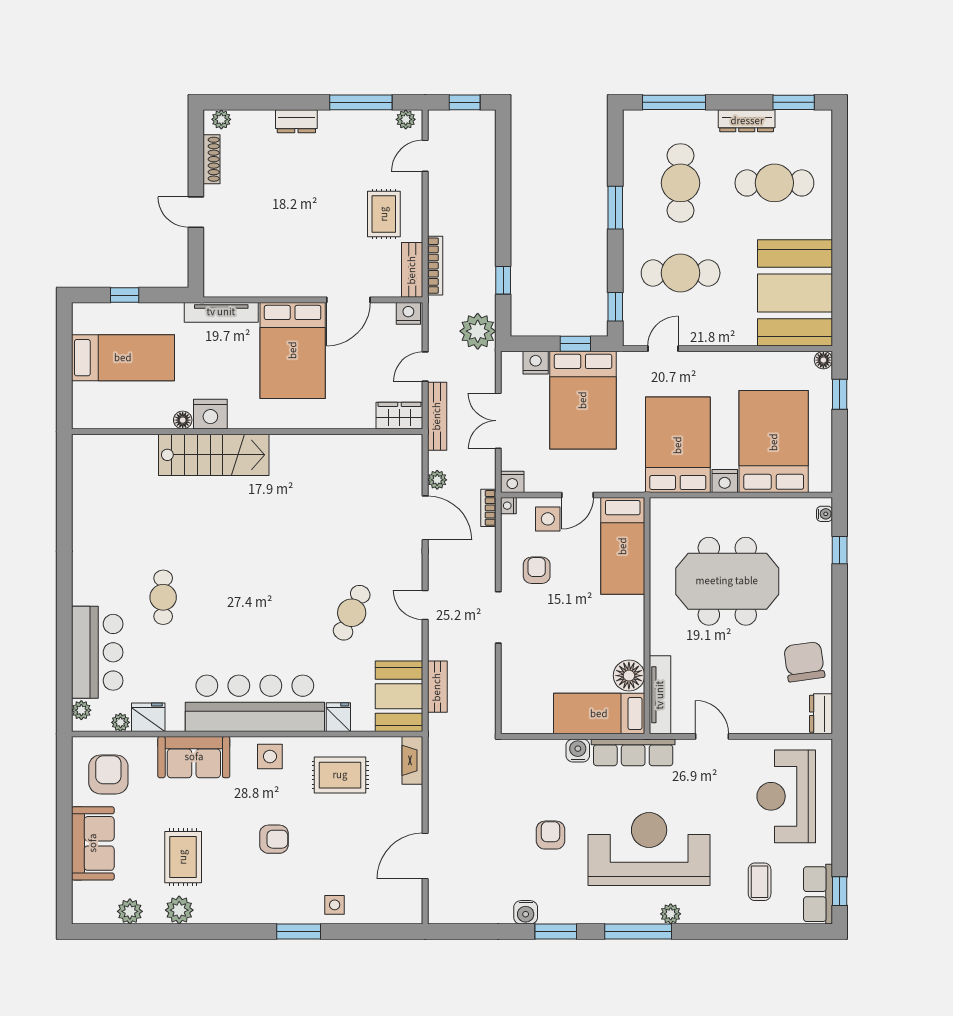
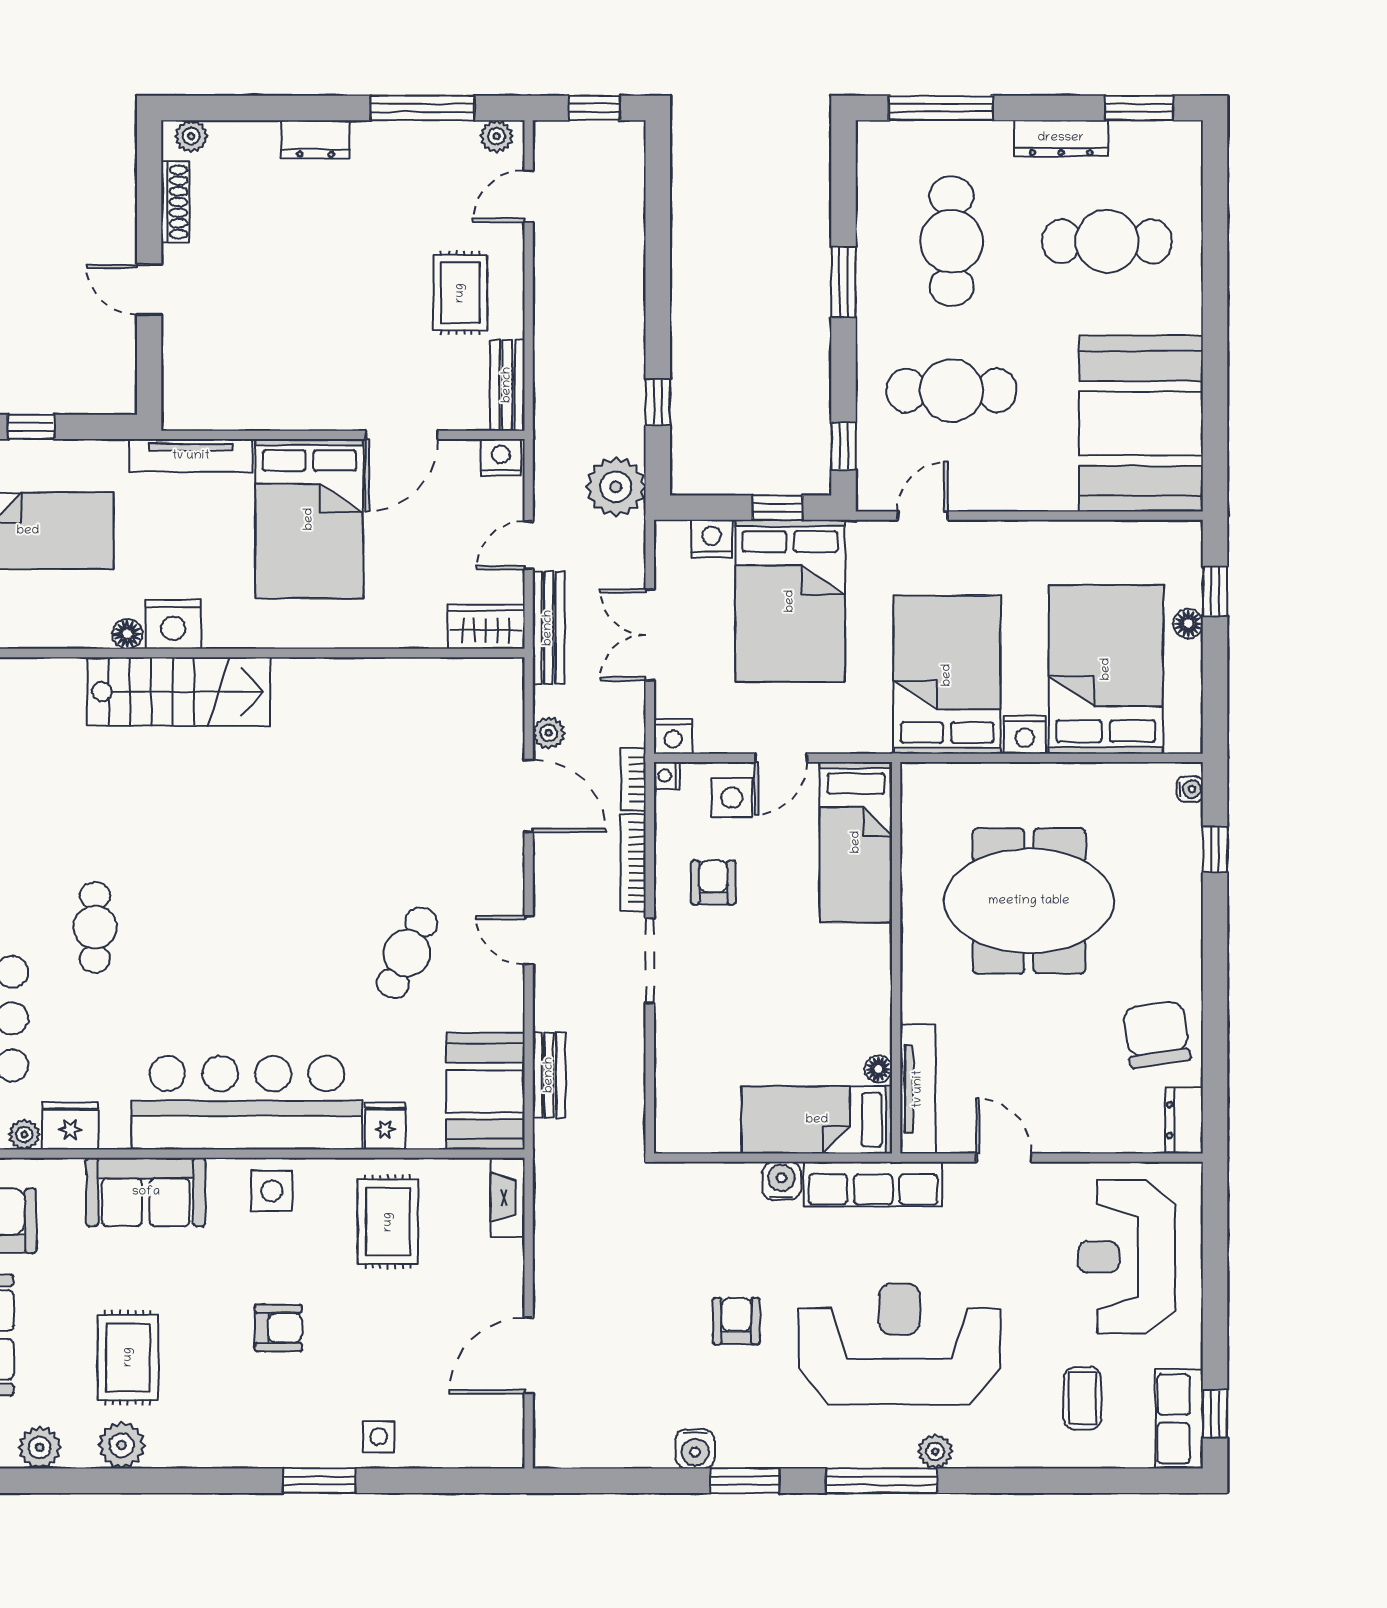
bookcase: (435, 266) -> (633, 863), moved, turned 180
floor lamp: (823, 360) -> (1188, 624), moved
floor lamp: (629, 676) -> (878, 1069), width x0.53, depth x0.53
rug: (340, 775) -> (388, 1222), turned 90

